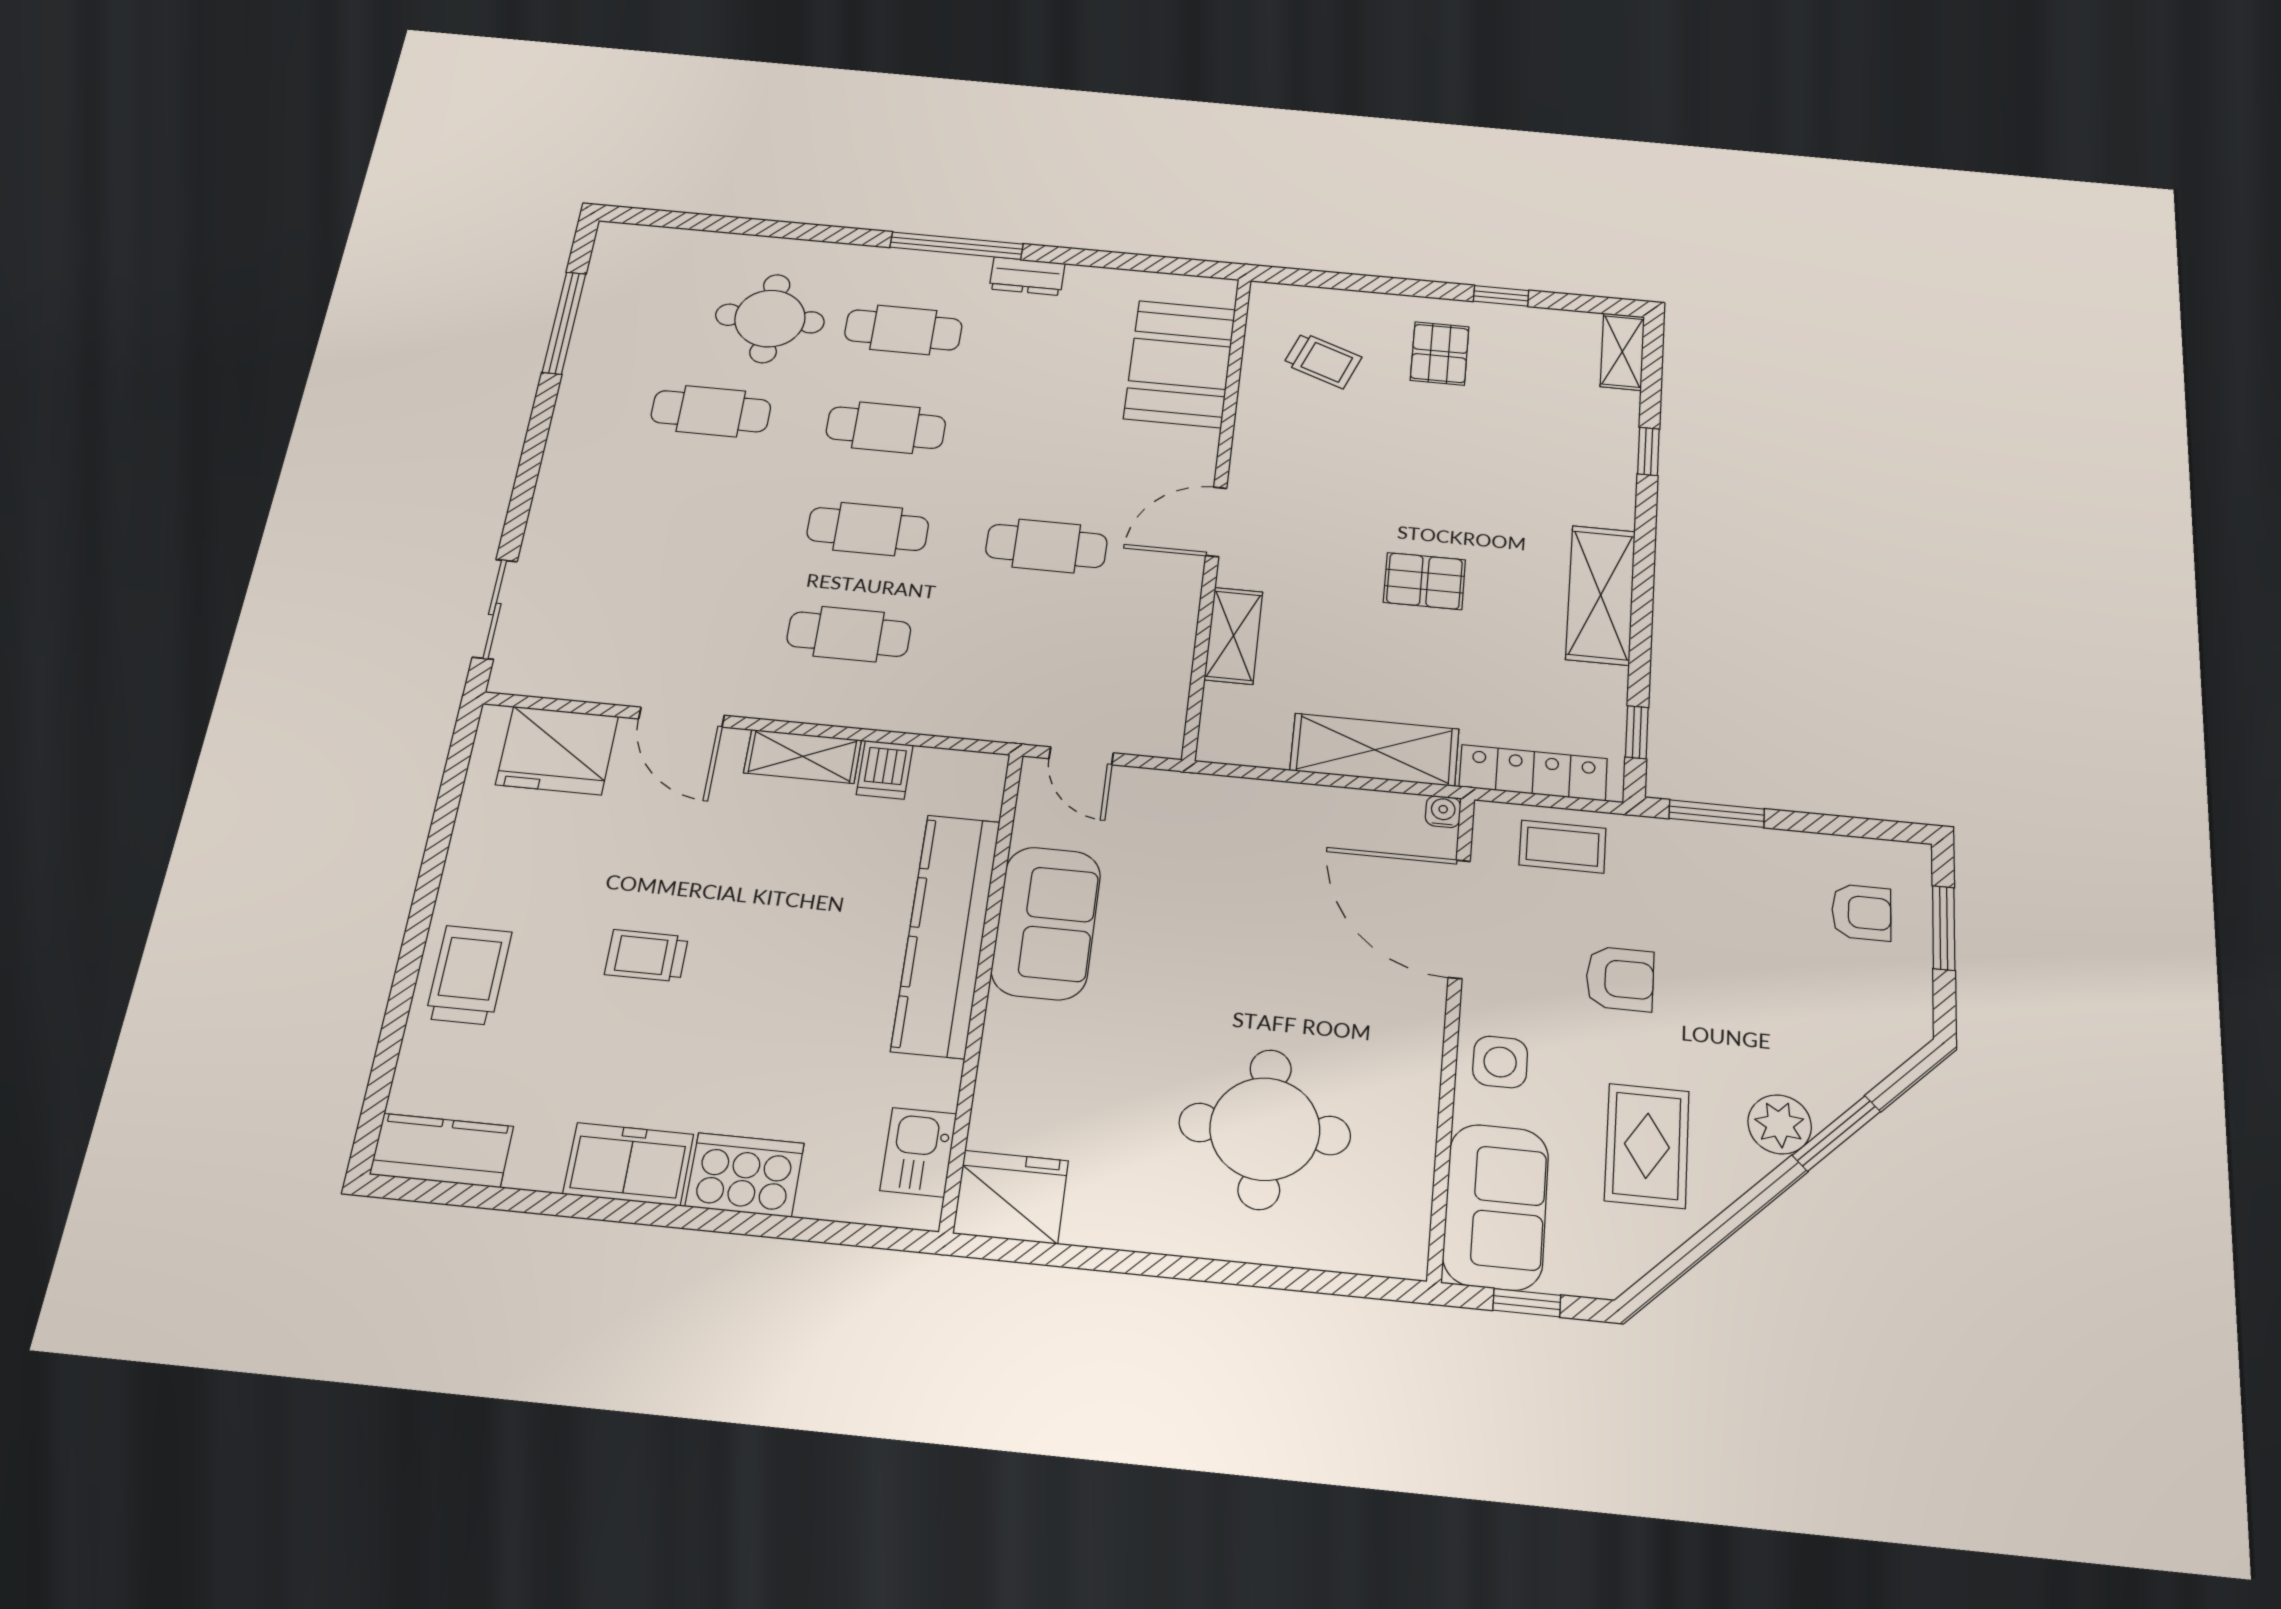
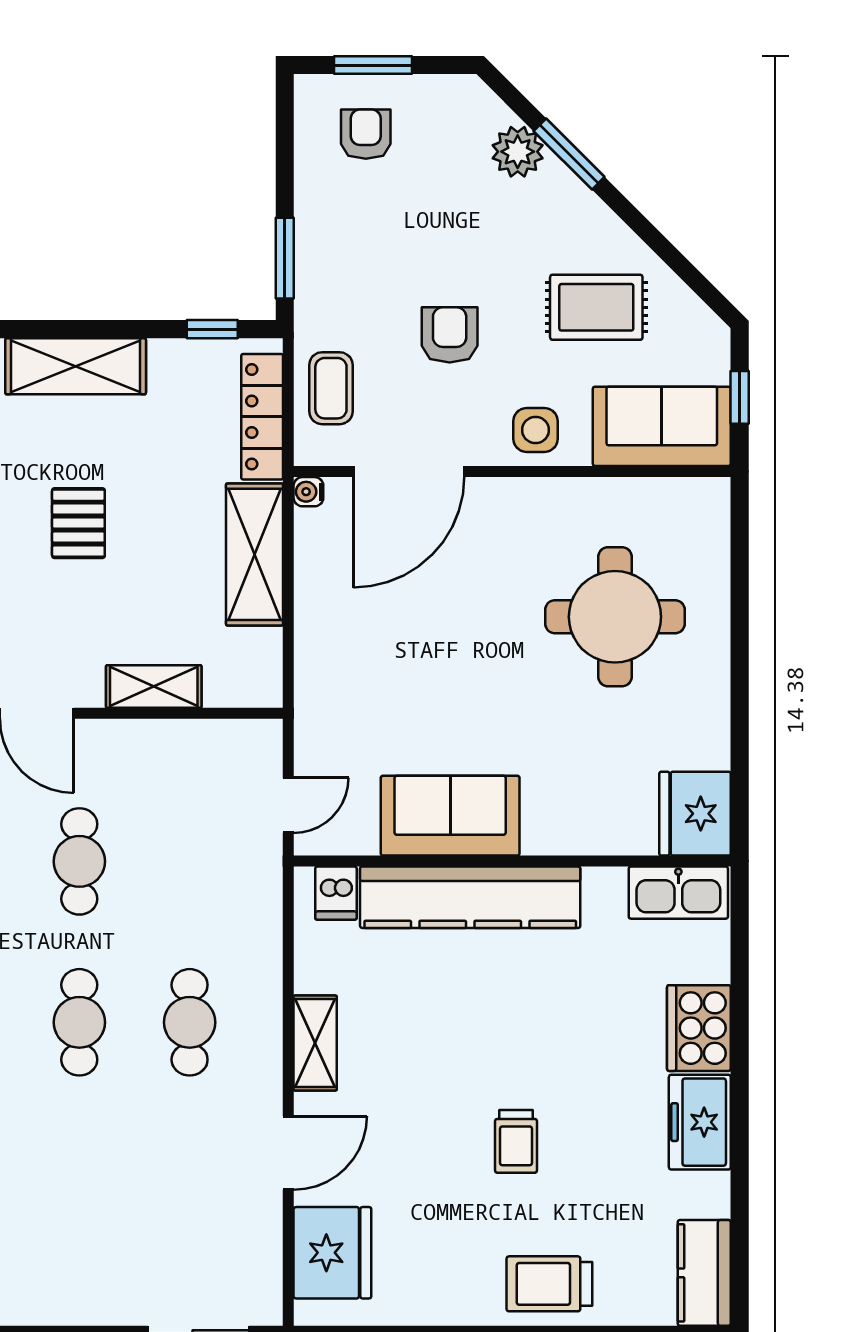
dishwasher: (885, 770) -> (336, 893), moved, turned 90
plant: (1780, 1124) -> (518, 152), moved
kitchen sink: (918, 1152) -> (678, 893), width x1.38

